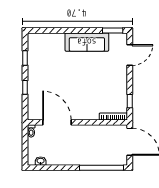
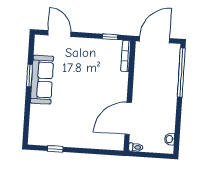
window: (113, 30) -> (29, 75), moved
window: (25, 87) -> (87, 151), removed

